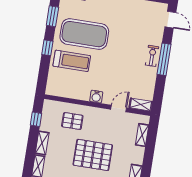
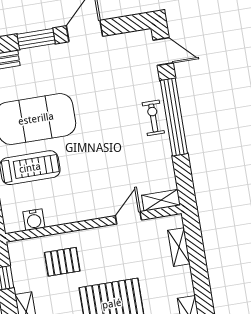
window: (164, 59) -> (174, 117), width x1.46
water cooler: (96, 97) -> (34, 220), moved

